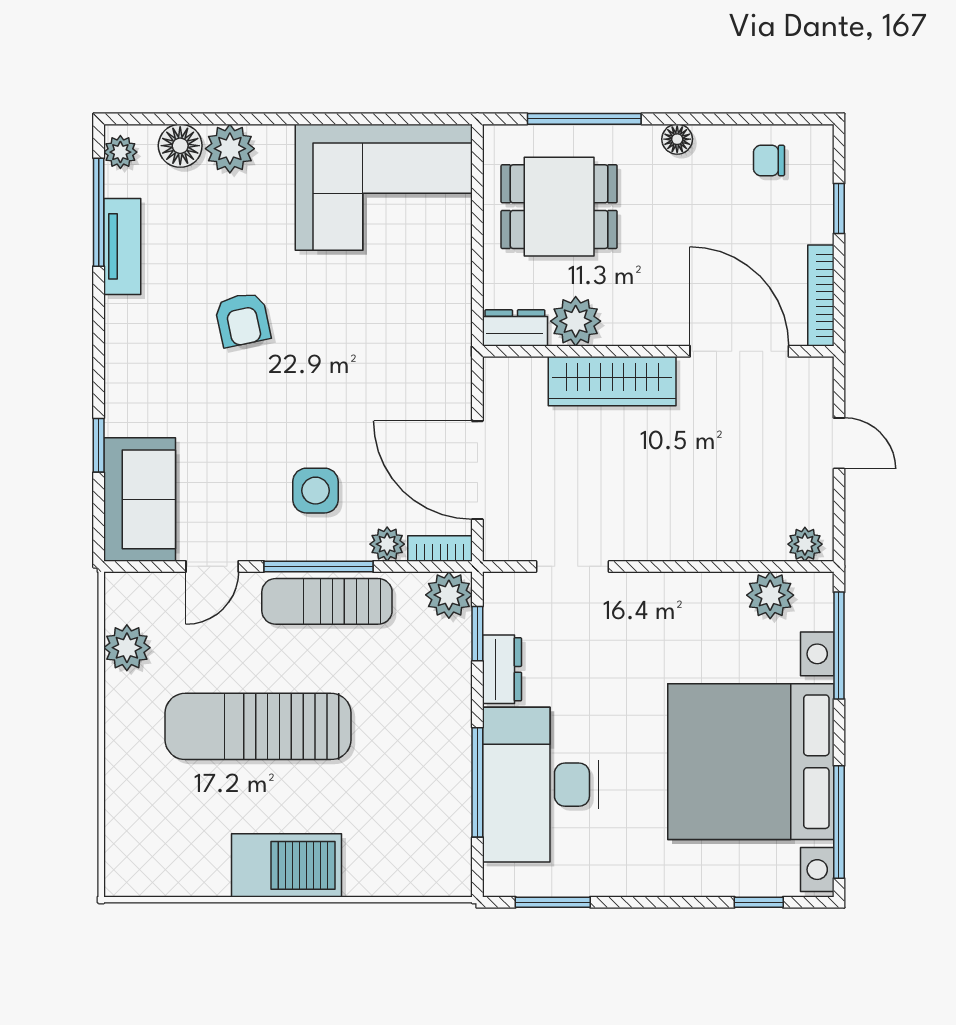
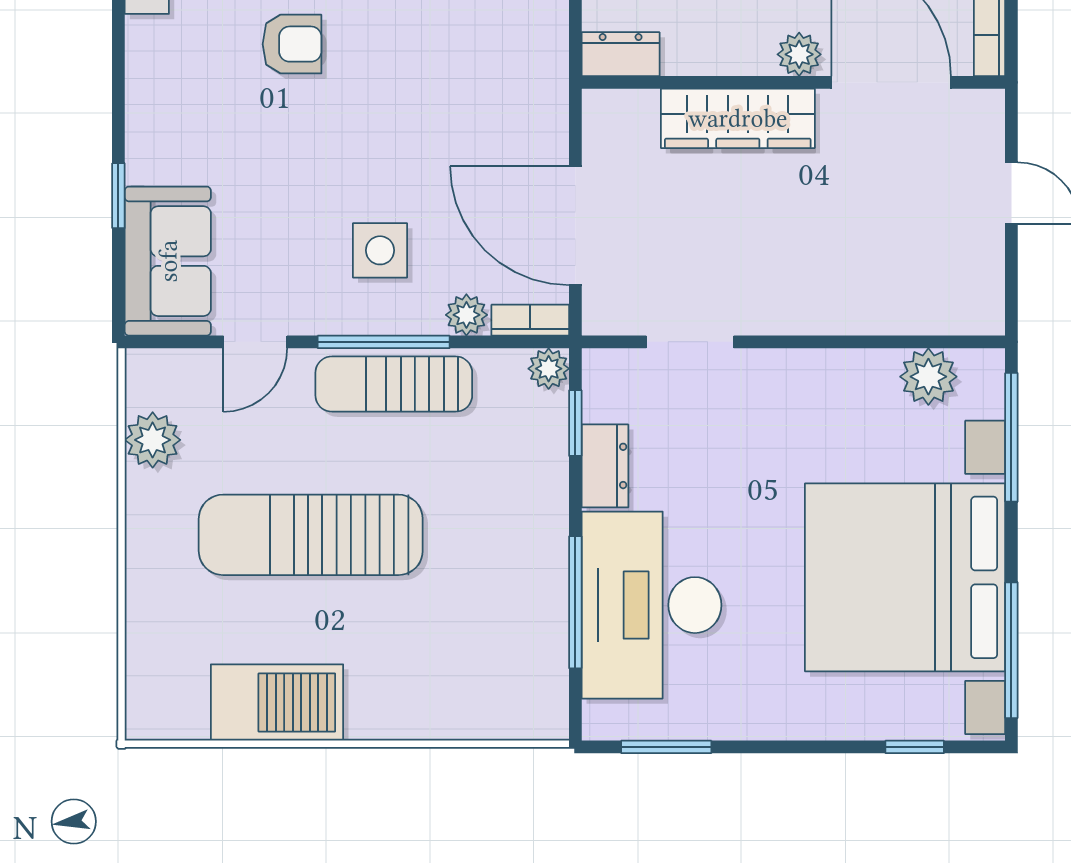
armchair: (243, 320) -> (292, 44), turned -78
plant: (576, 321) -> (799, 54), moved, width x0.73, depth x0.73
plant: (805, 544) -> (970, 315), removed
plant: (449, 595) -> (549, 369), width x0.73, depth x0.73
barbecue: (287, 865) -> (277, 702), moved

